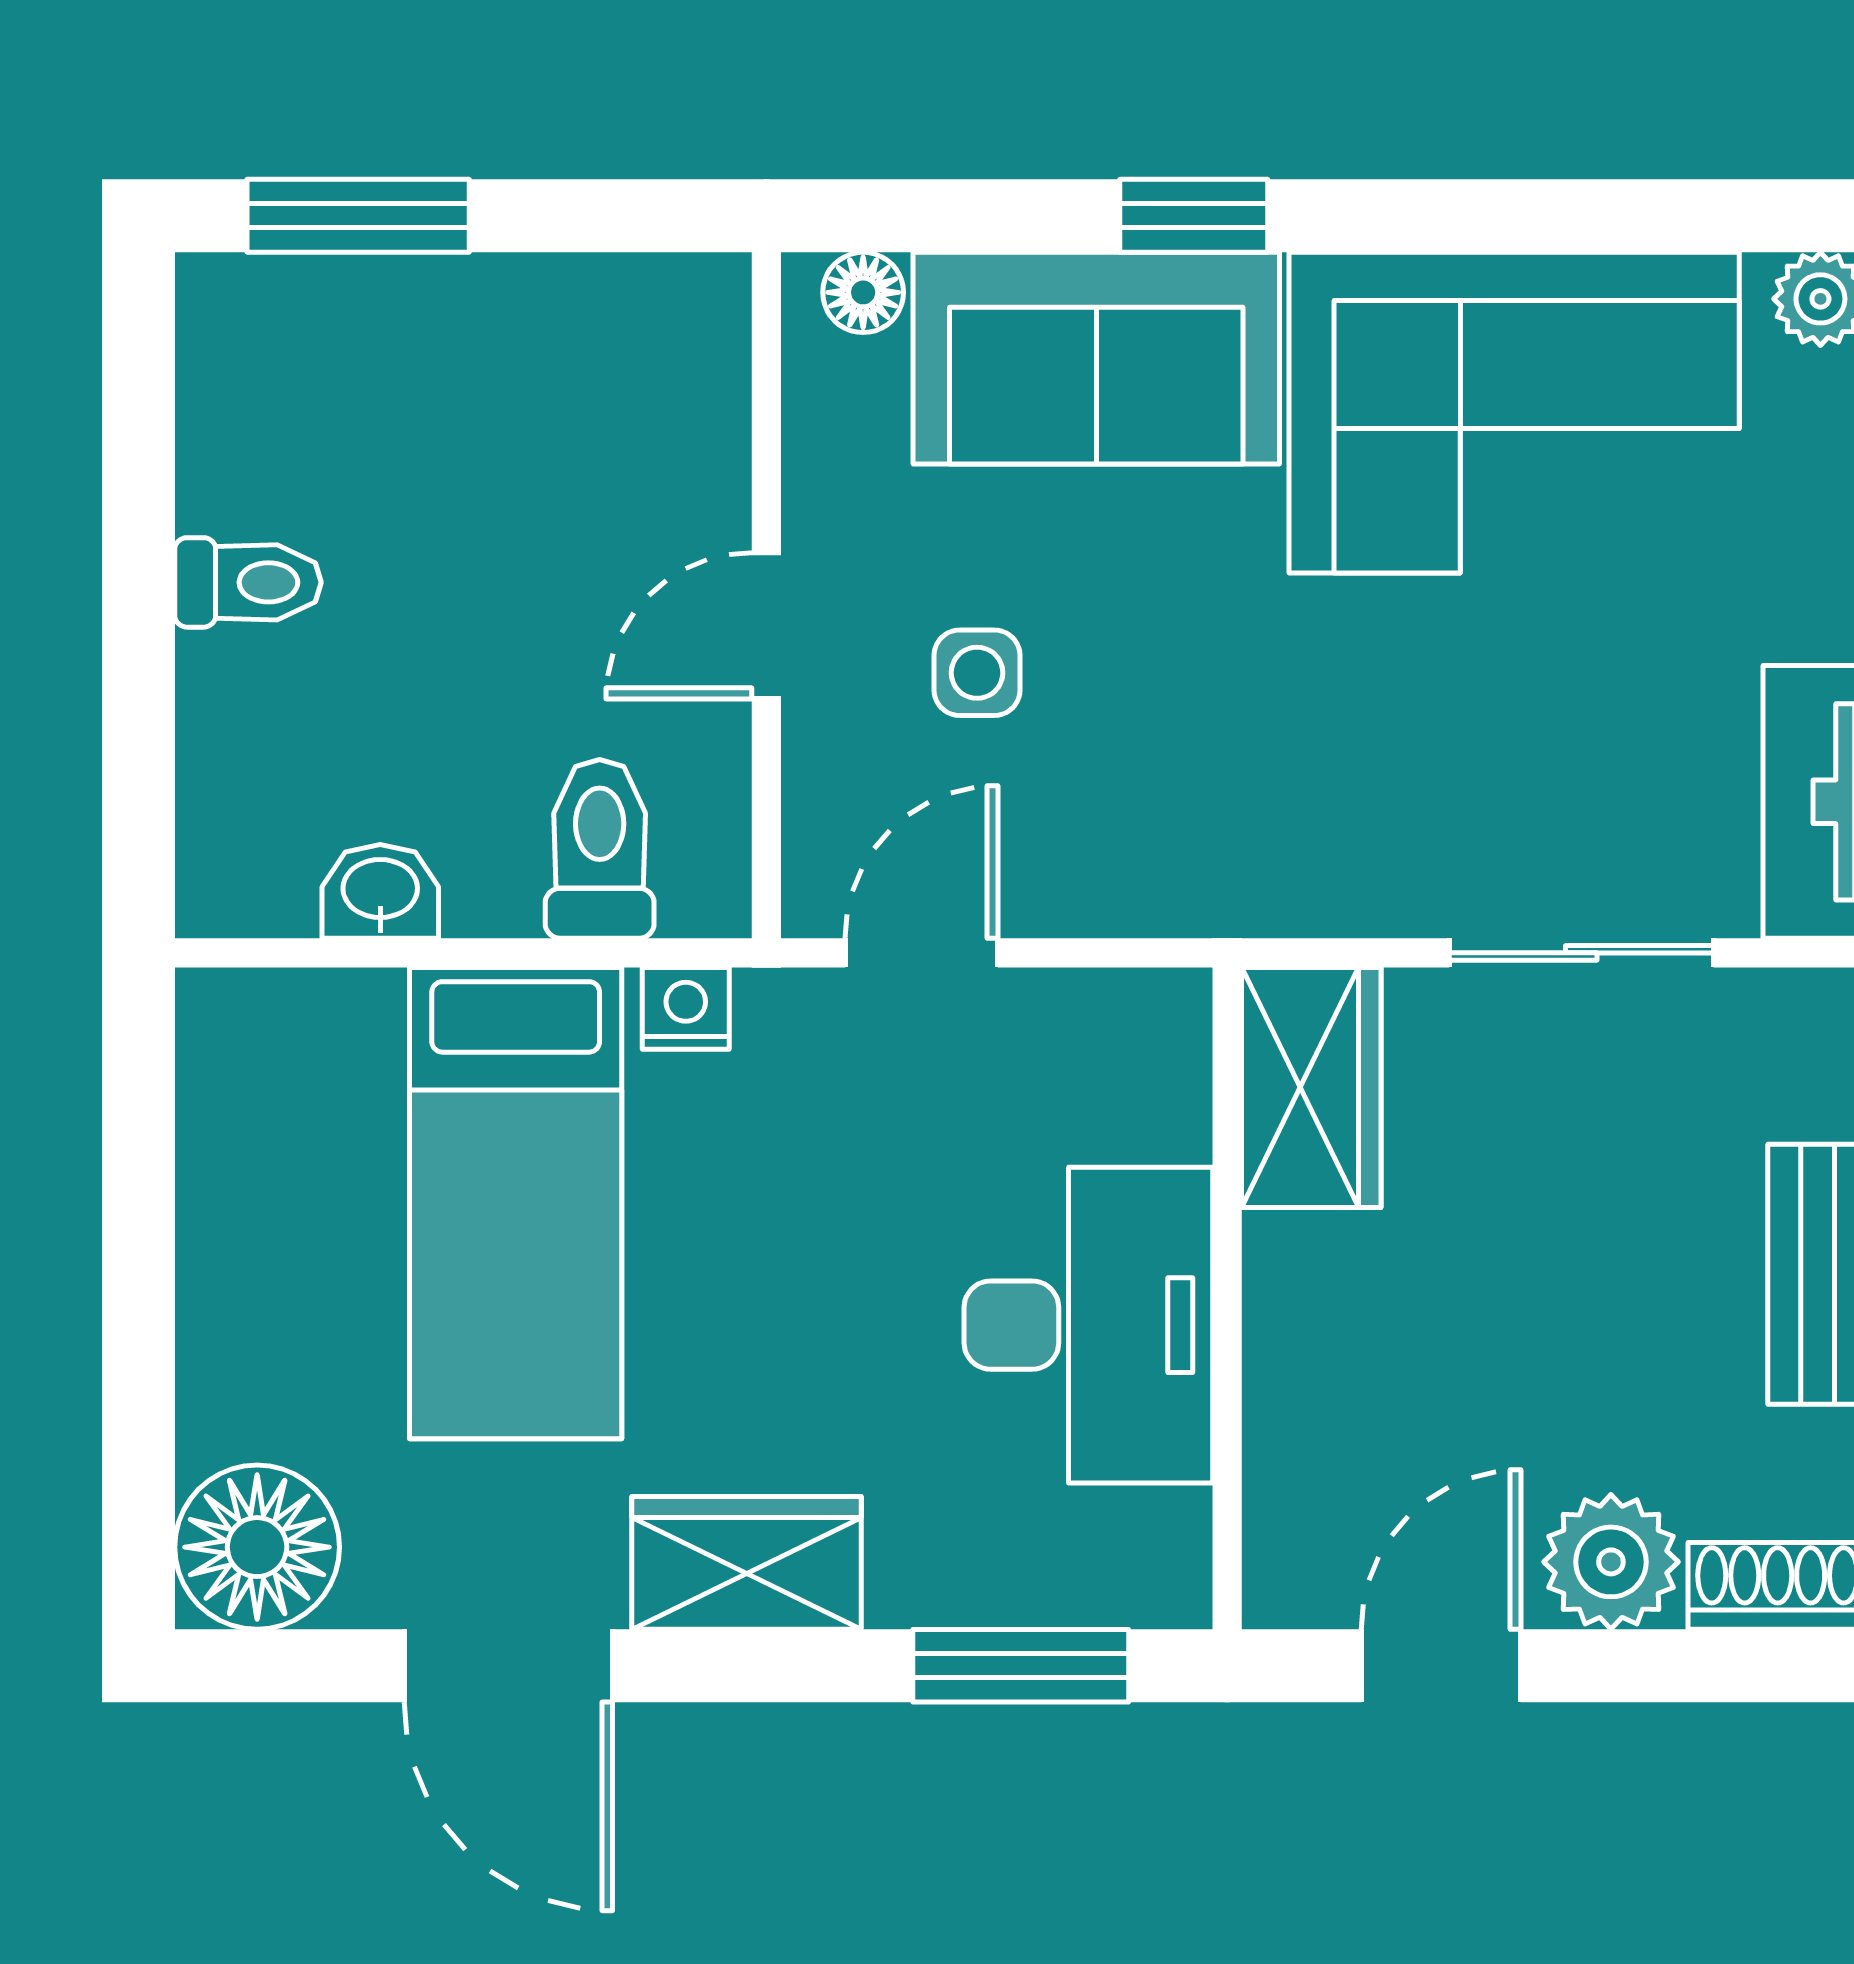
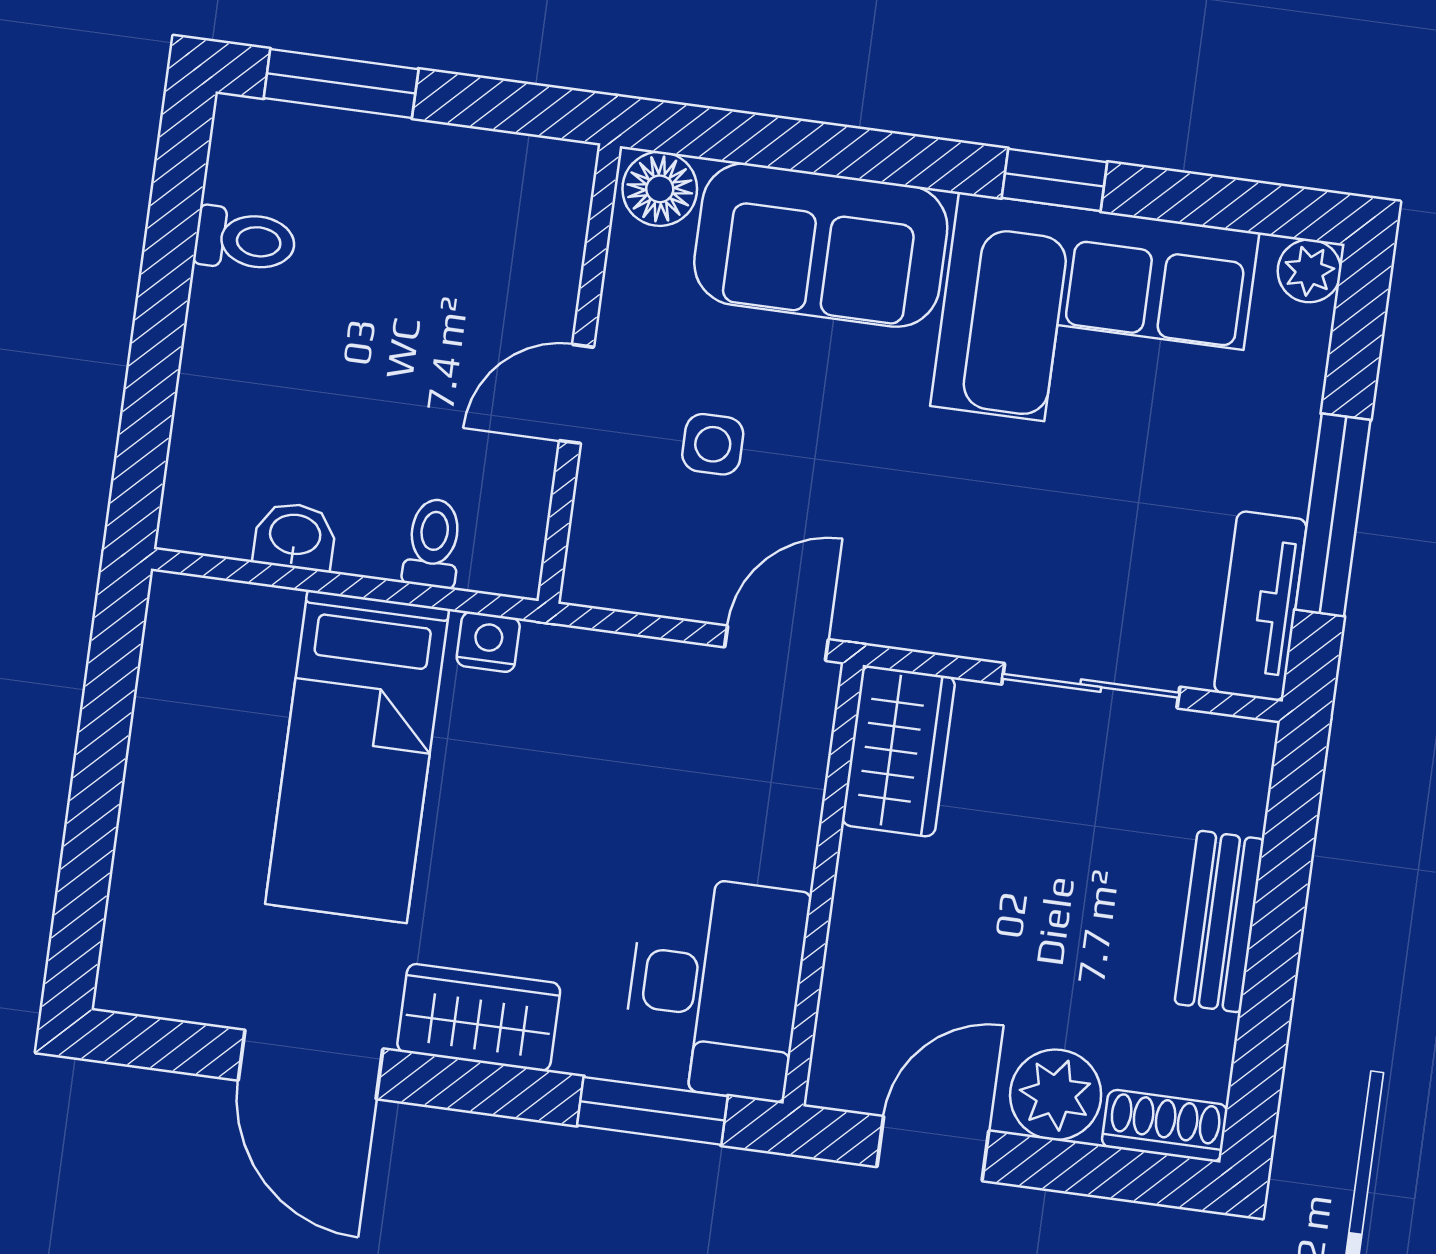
window: (1194, 216) -> (1054, 180), moved
floor lamp: (863, 292) -> (660, 189), width x1.37, depth x1.37
toilet: (248, 582) -> (245, 240), moved
toilet: (600, 849) -> (433, 543), width x0.73, depth x0.72
door: (922, 953) -> (777, 643), moved
desk: (1088, 1325) -> (715, 987), moved
floor lamp: (257, 1547) -> (154, 963), removed

